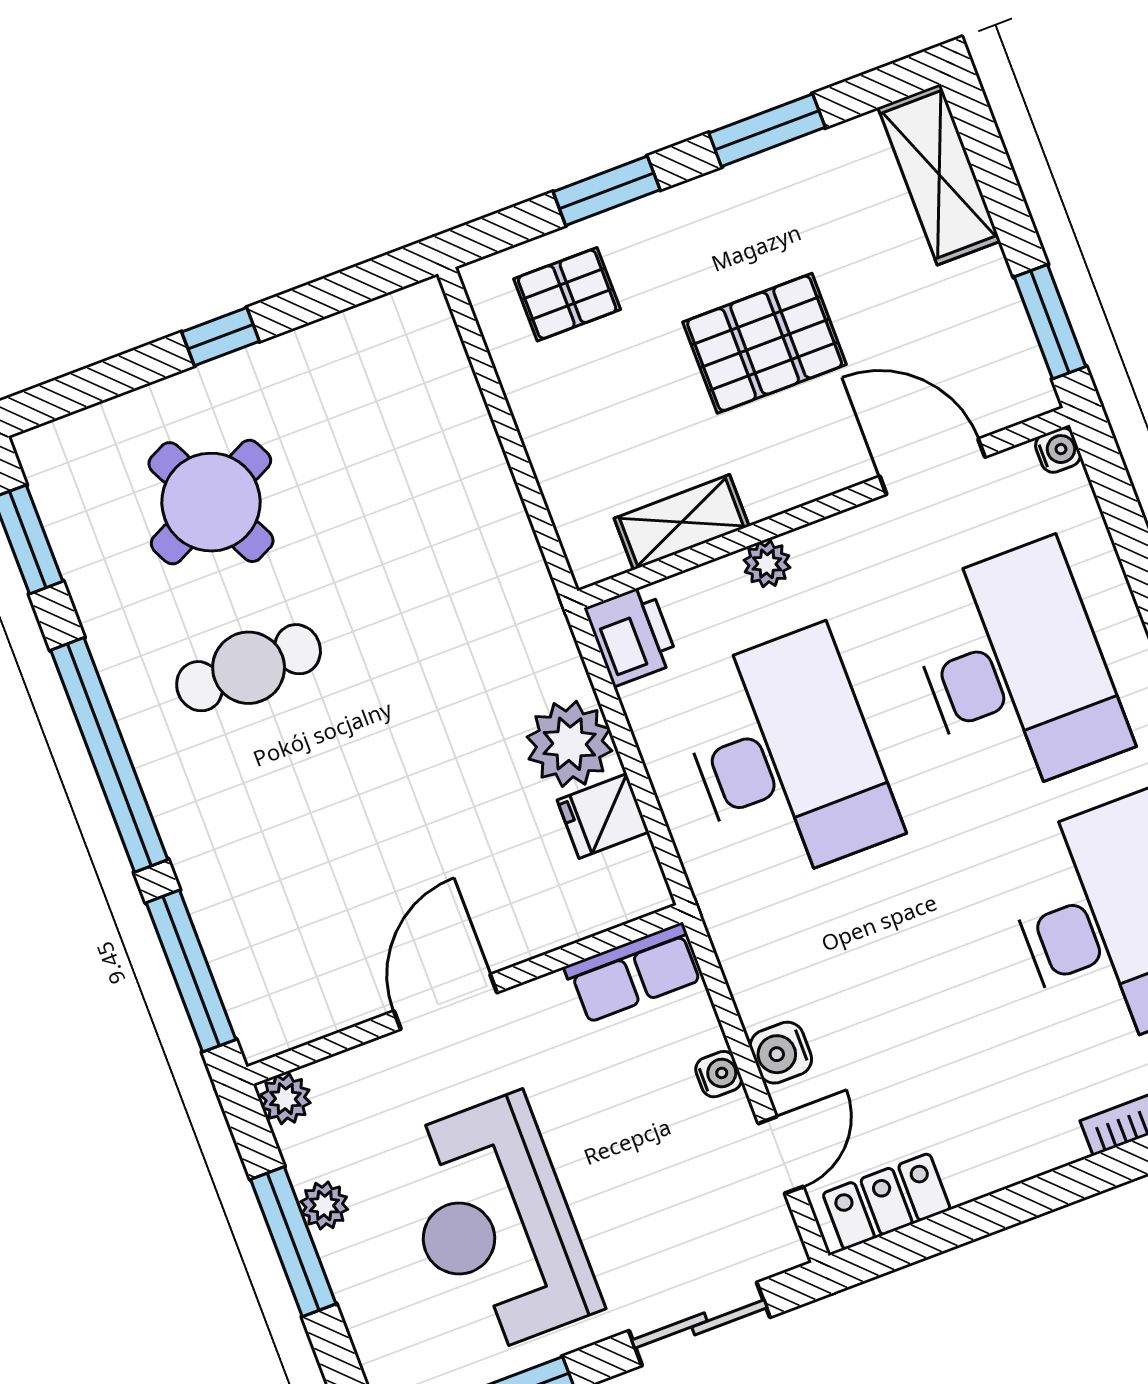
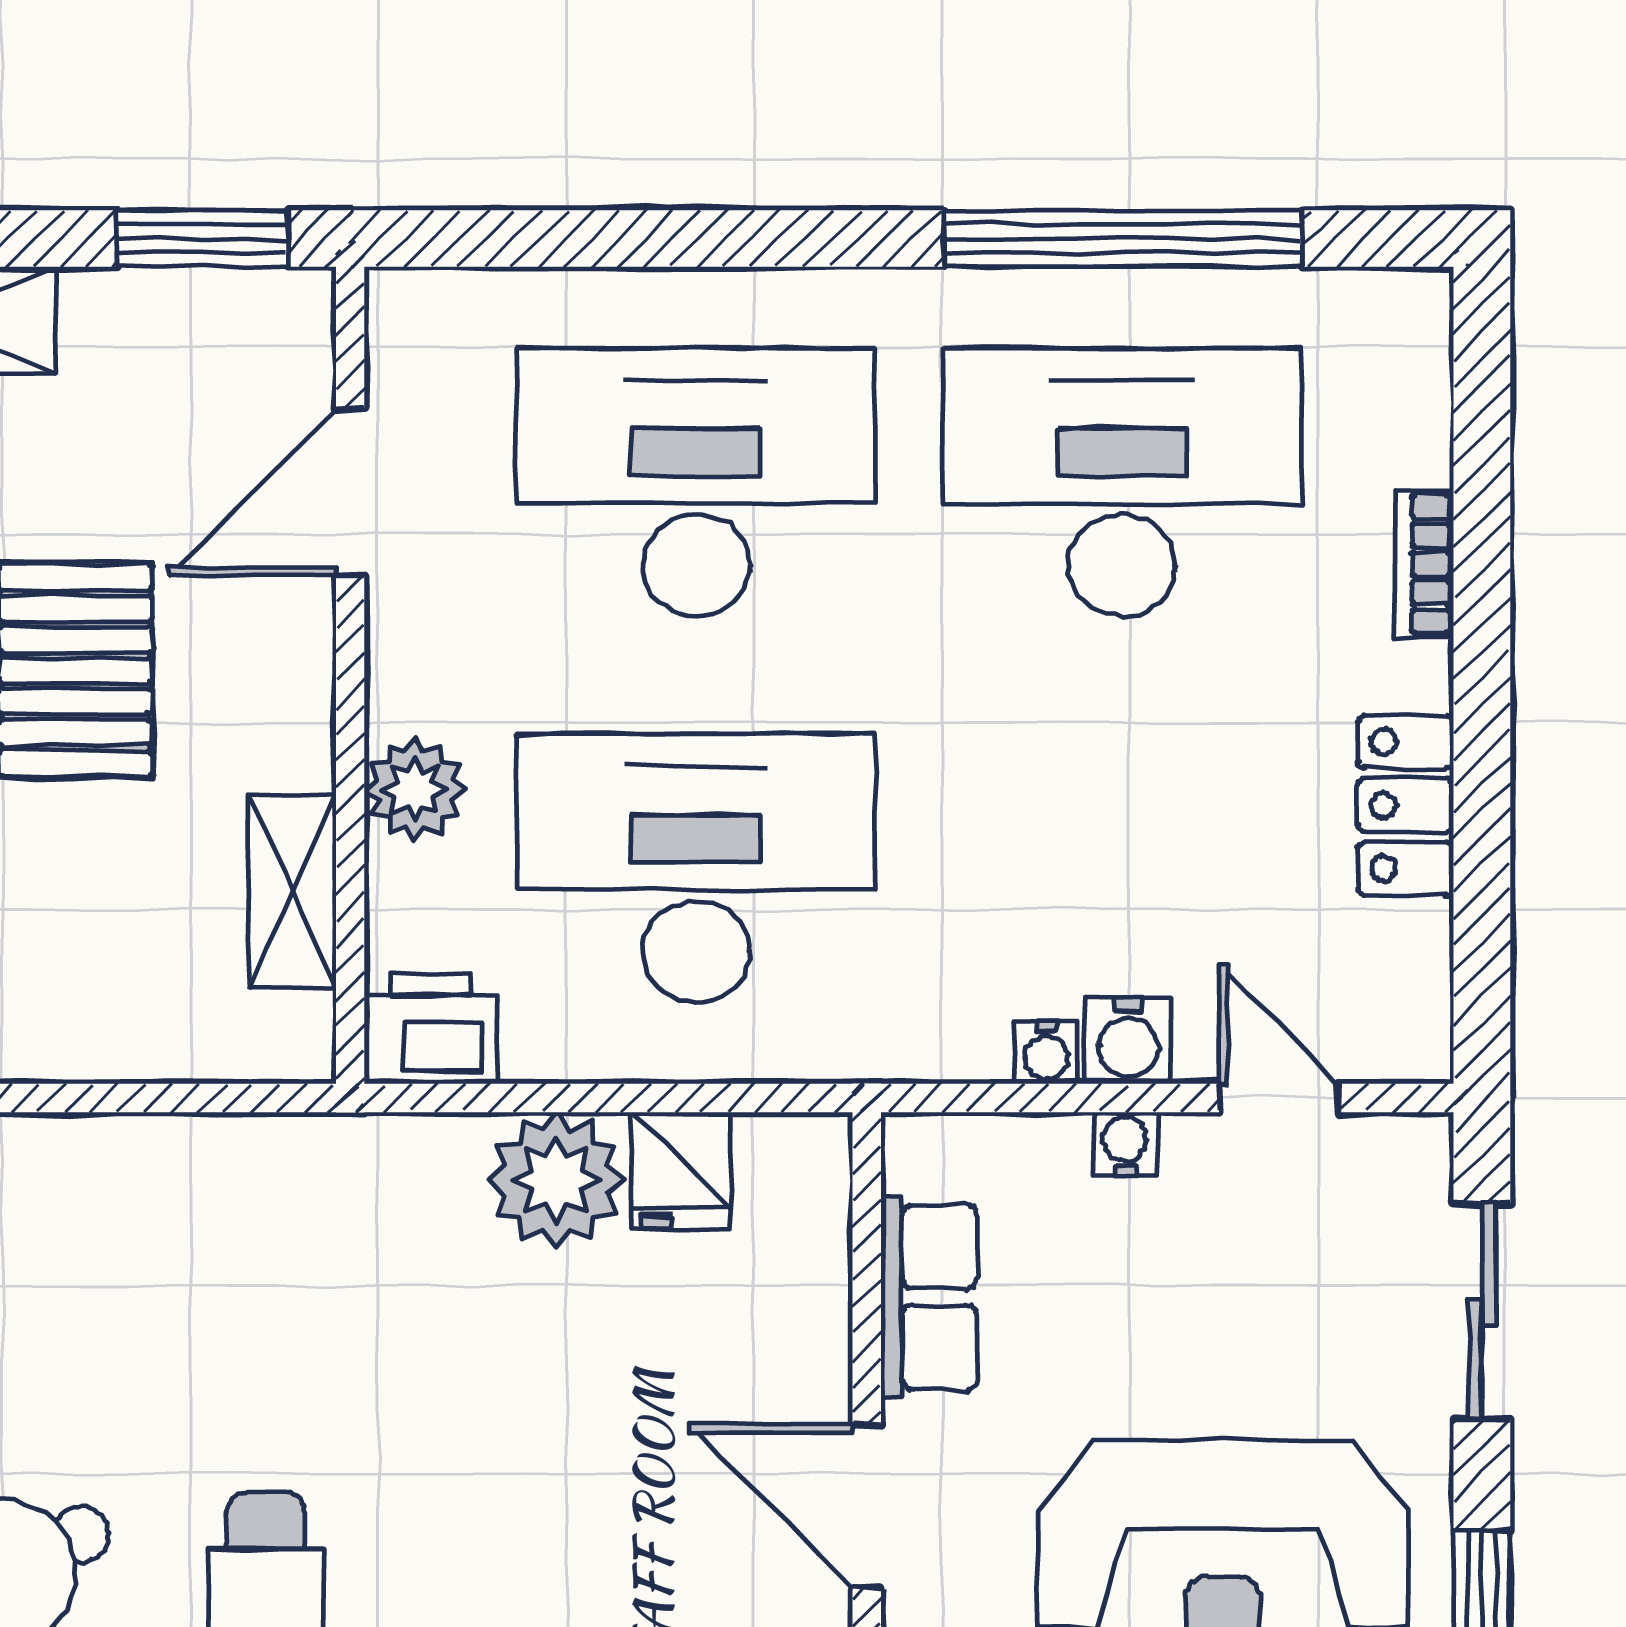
water cooler: (1058, 450) -> (1046, 1052), moved, turned 180
plant: (767, 564) -> (415, 790), width x1.38, depth x1.38
row of seats: (634, 973) -> (929, 1297), moved
locker: (887, 1201) -> (1406, 805), moved

